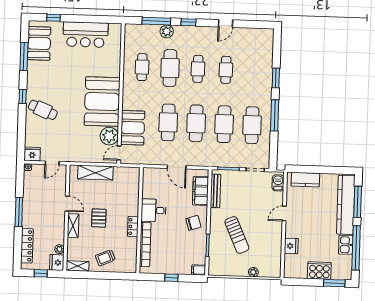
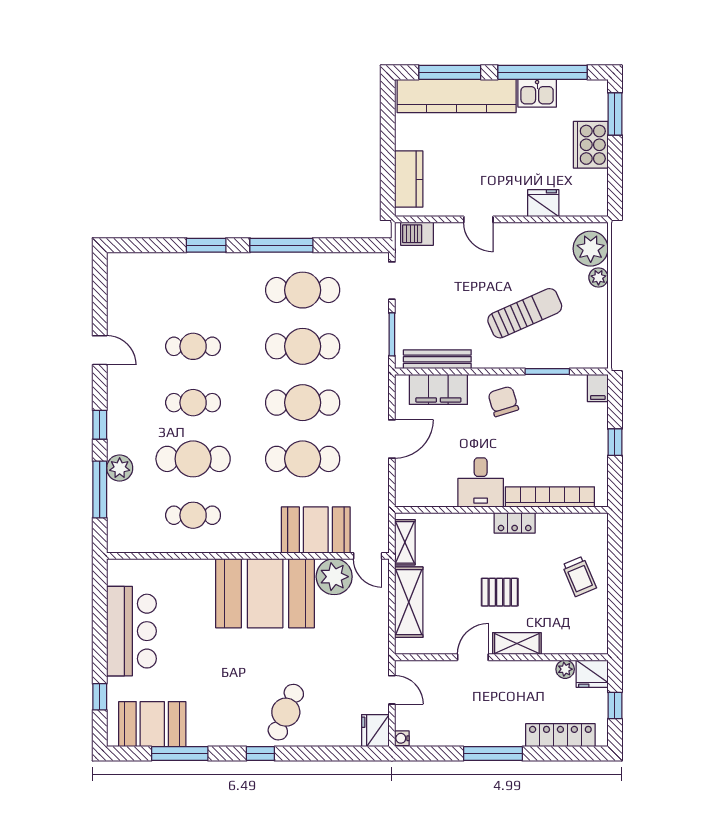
shelving: (77, 266) -> (405, 542), moved
plant: (268, 269) -> (591, 249), added

